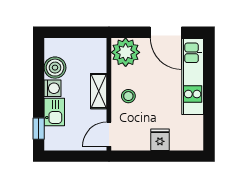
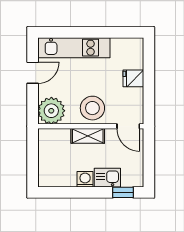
door: (166, 32) -> (33, 73), width x0.73
boiler: (55, 68) -> (66, 177), removed
stool: (128, 96) -> (92, 108), width x1.89, depth x1.89

